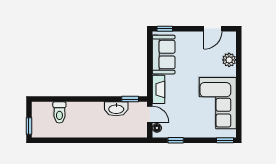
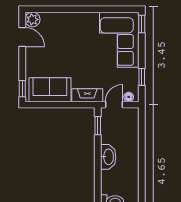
plant: (229, 60) -> (32, 19), moved
corner sofa: (218, 103) -> (119, 40), moved, turned 90
washbasin: (116, 109) -> (108, 157), moved

